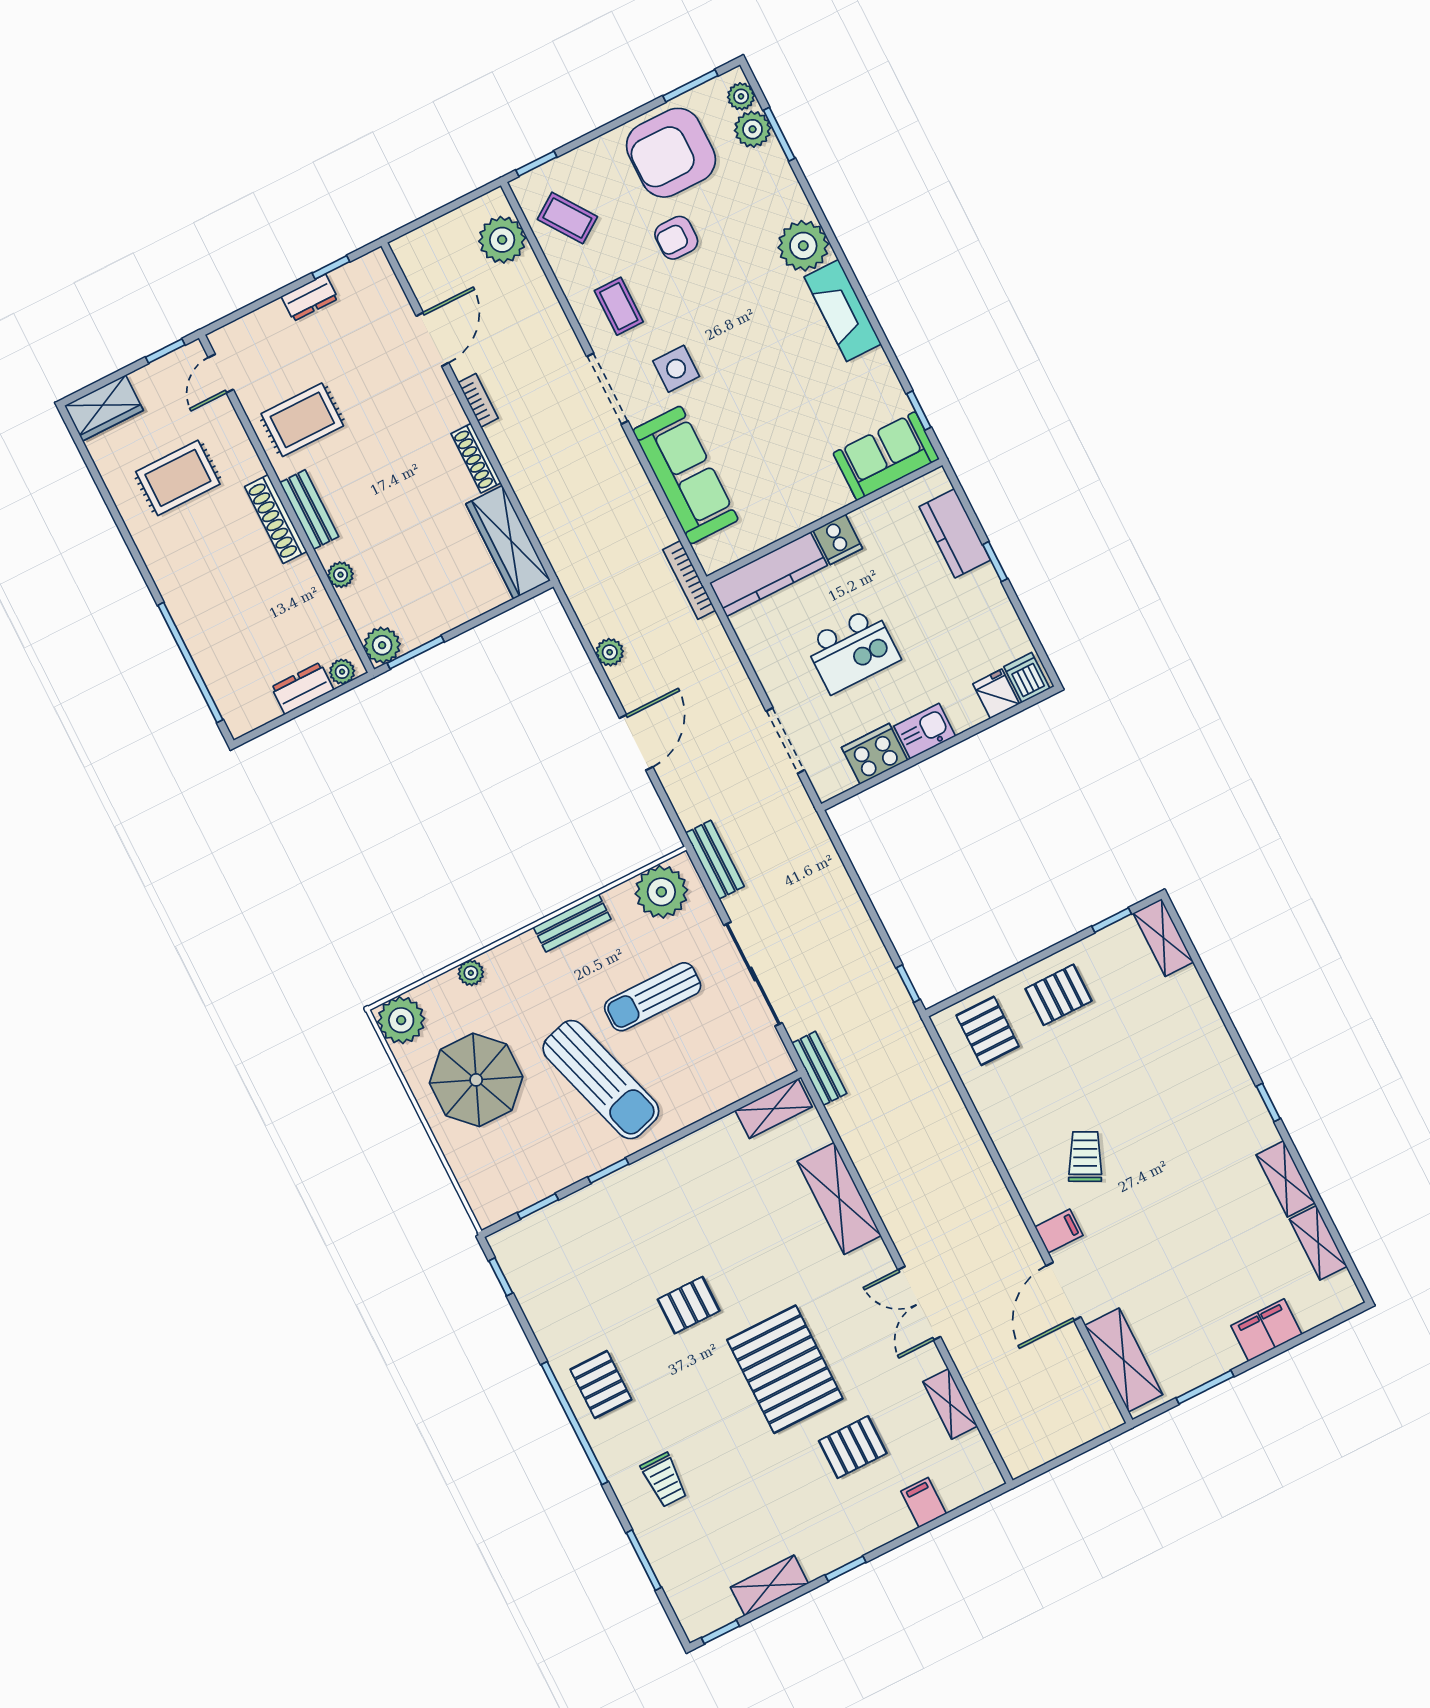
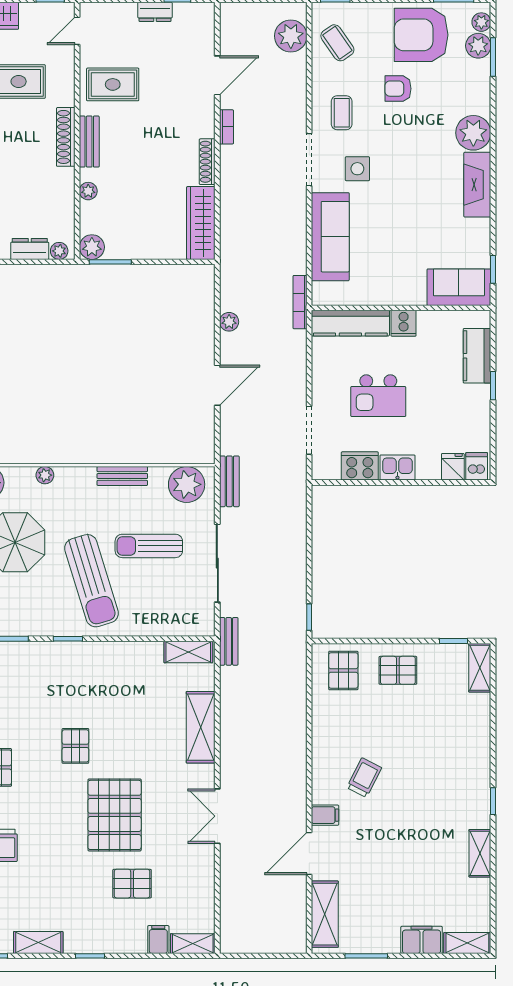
shelving: (1318, 1243) -> (467, 943), moved, turned 90
pallet: (689, 1305) -> (75, 746), turned 90
shelving: (950, 1404) -> (193, 944), moved, turned 90

